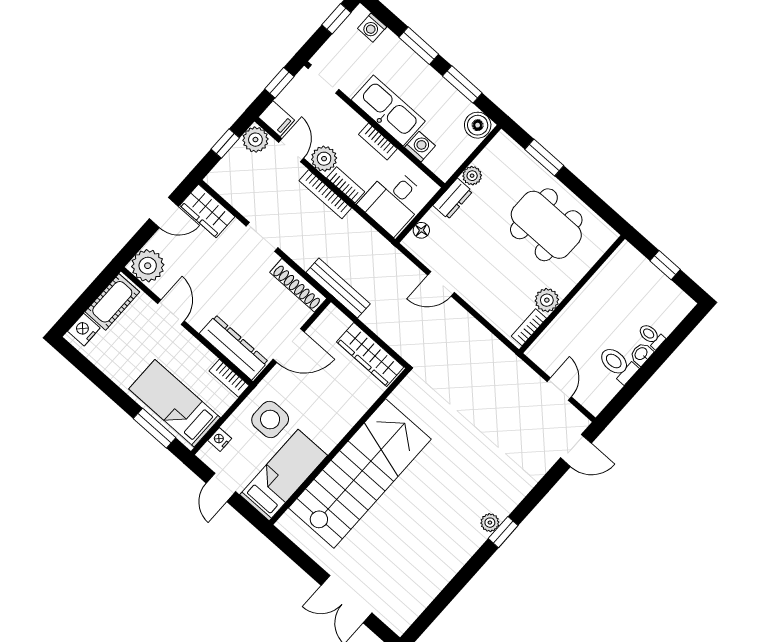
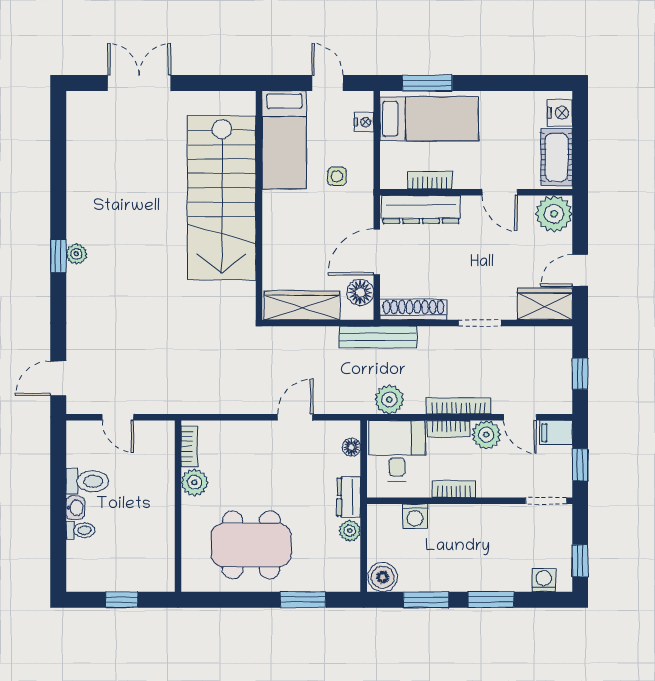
kitchen sink: (388, 110) -> (468, 523), removed
plant: (255, 140) -> (389, 400), moved
floor lamp: (324, 328) -> (360, 292), added
bookcase: (229, 378) -> (430, 180), moved
side table: (270, 419) -> (337, 176), width x0.54, depth x0.54

